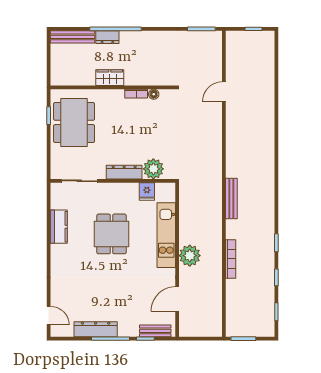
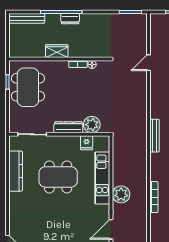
dresser: (107, 37) -> (70, 19), moved
bench: (231, 199) -> (155, 136), moved
kitchen counter: (59, 227) -> (16, 171), width x1.50
dining table: (112, 234) -> (58, 177), width x1.38

